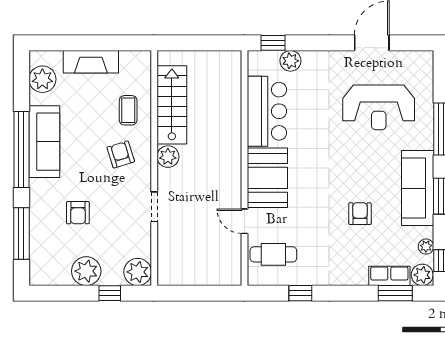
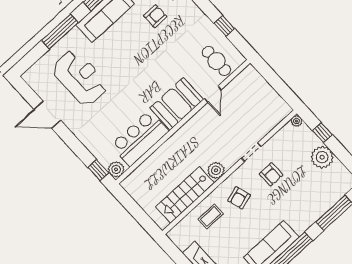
plant: (290, 61) -> (116, 169), moved
armchair: (78, 213) -> (271, 174), moved, turned 90
armchair: (360, 214) -> (155, 16), moved, turned 180
plant: (138, 272) -> (296, 121), width x0.53, depth x0.53

